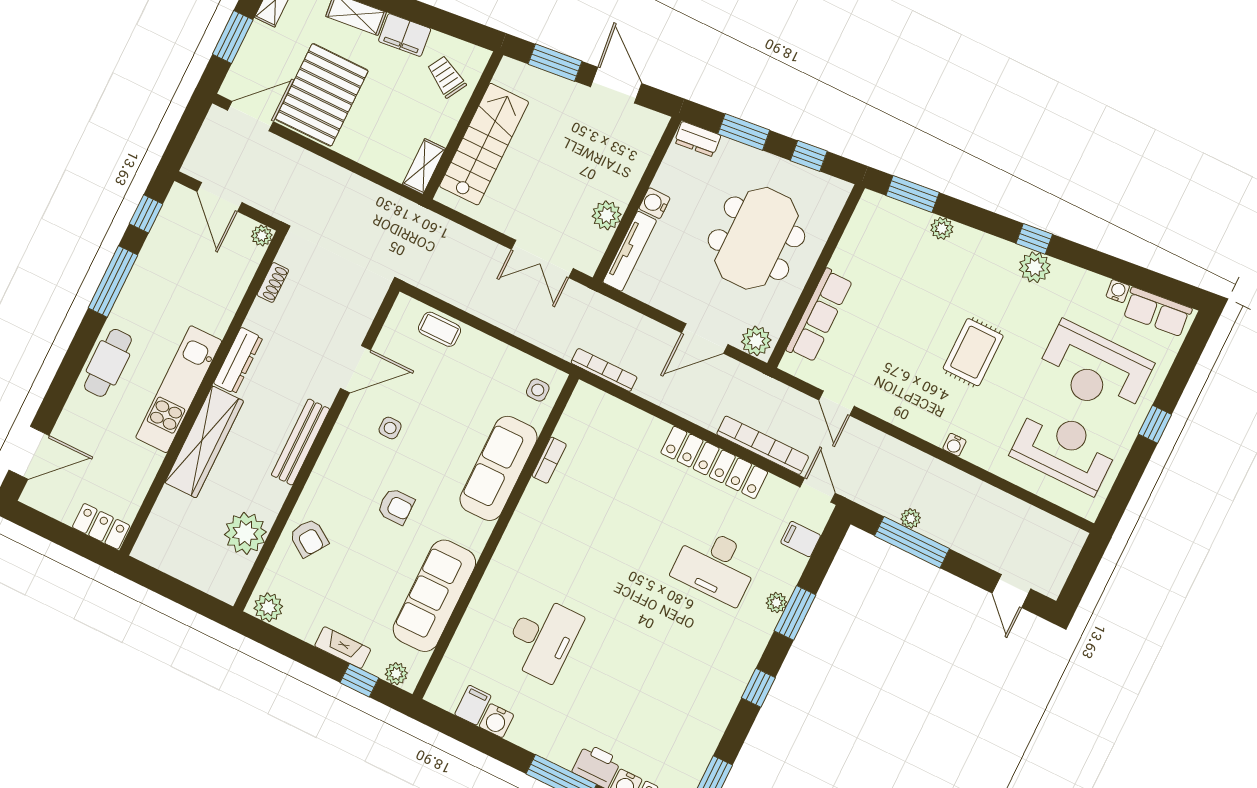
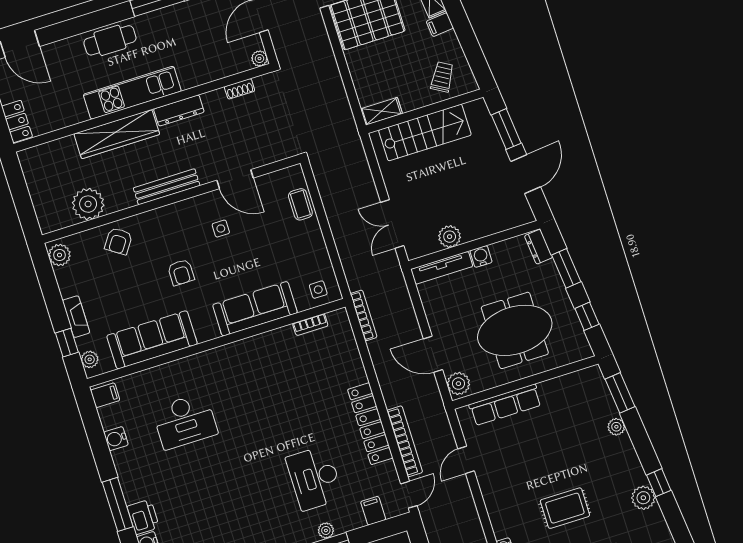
filing cabinet: (405, 35) -> (440, 25), width x0.50
bookcase: (549, 460) -> (310, 325), moved
filing cabinet: (473, 705) -> (105, 395), moved

